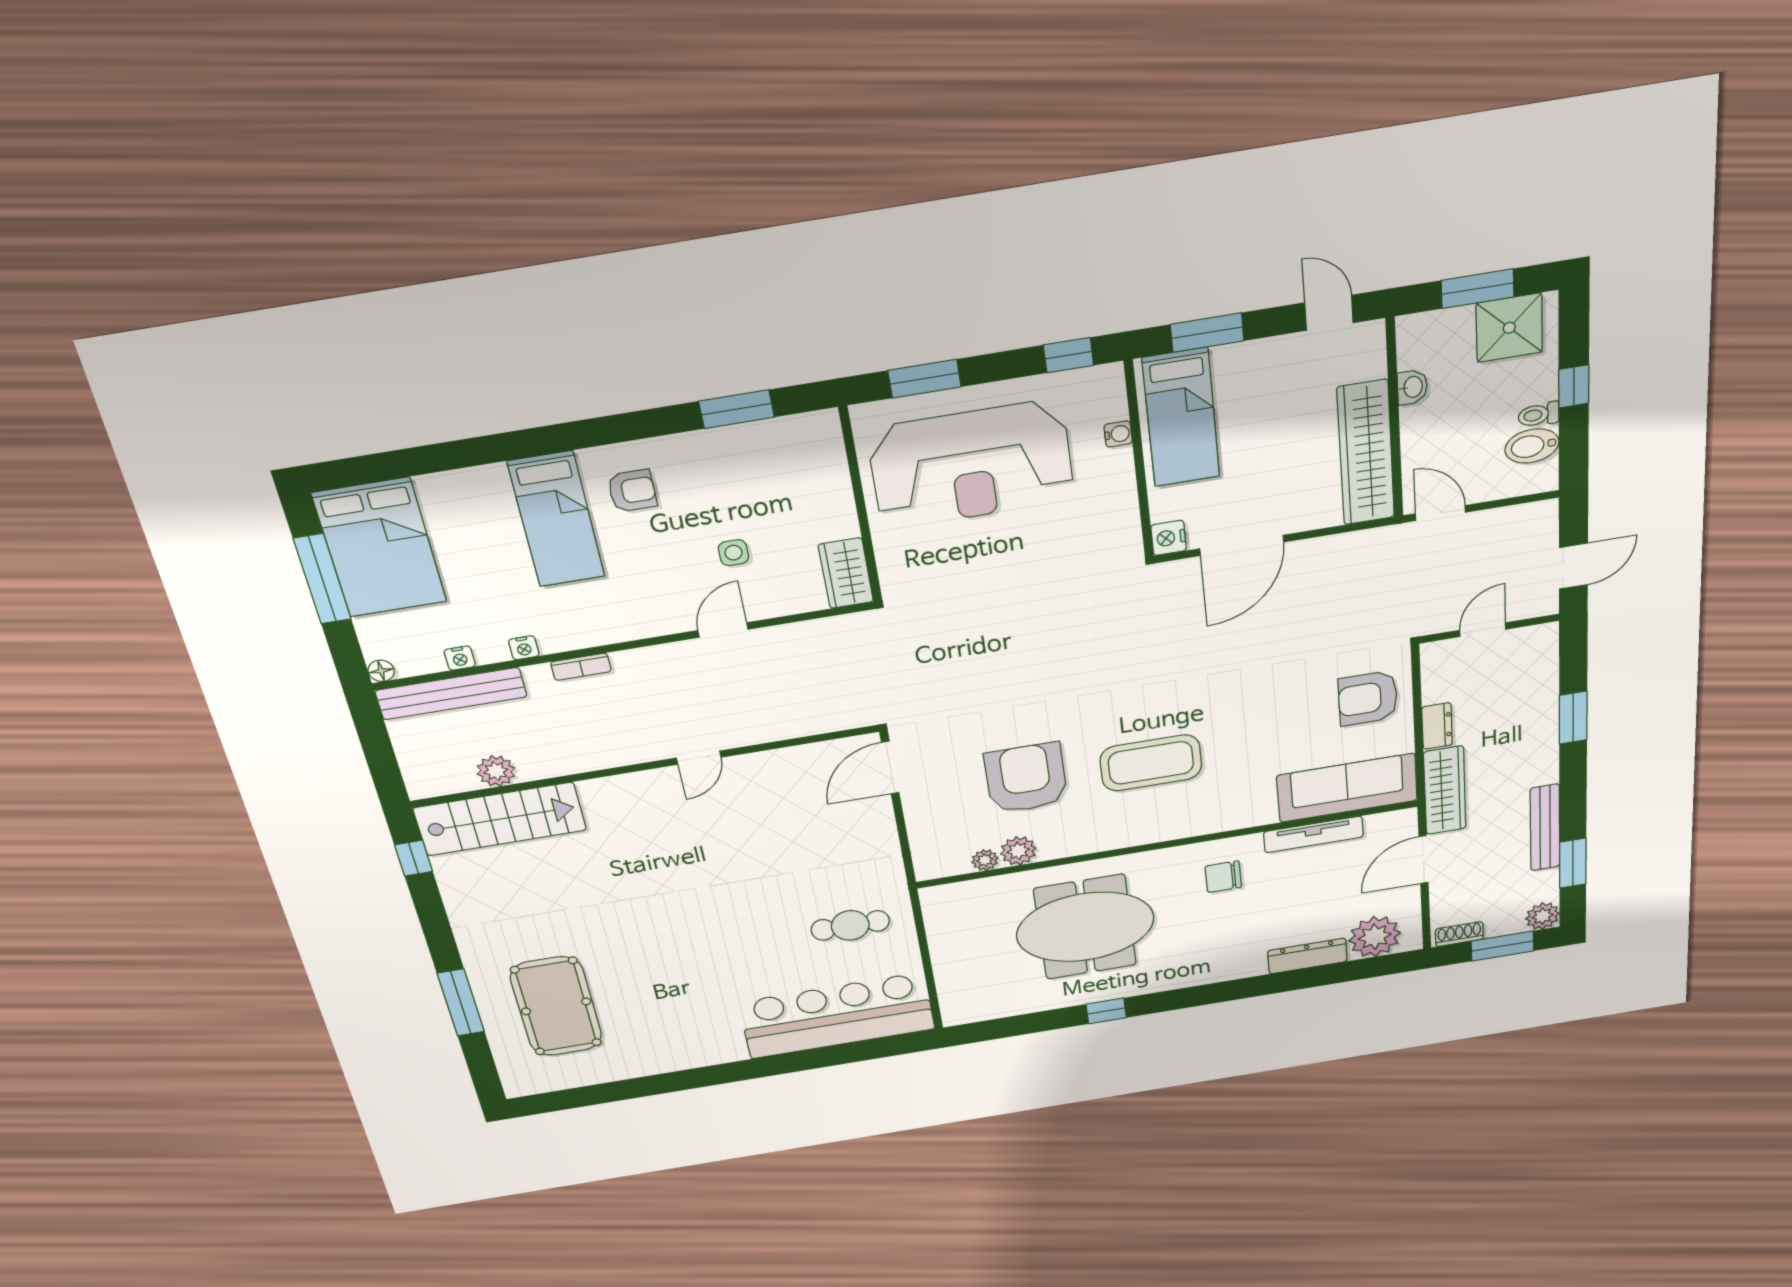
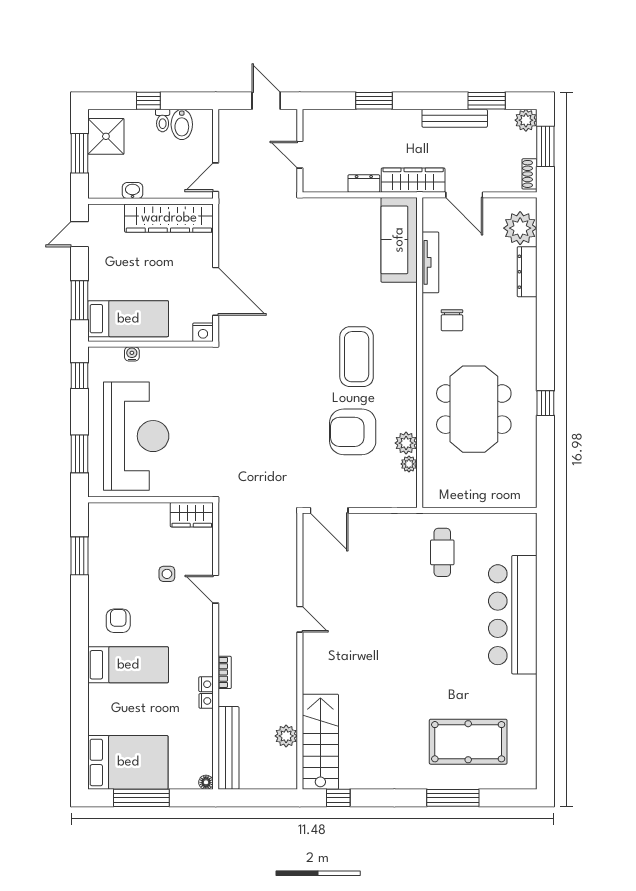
nightstand: (460, 658) -> (206, 684), moved
armchair: (1368, 698) -> (335, 224), removed
bar counter: (837, 1016) -> (513, 615), moved

